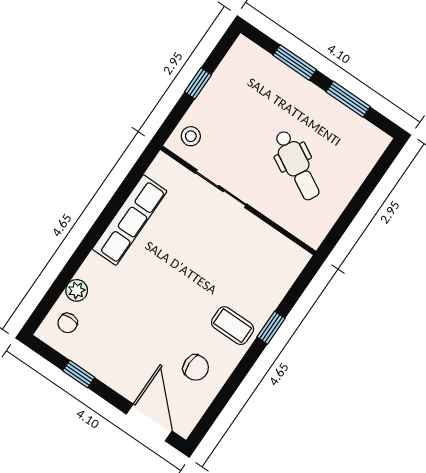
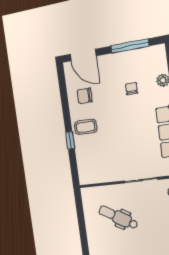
chair: (68, 323) -> (132, 89), moved
window: (79, 374) -> (130, 46), width x2.17

